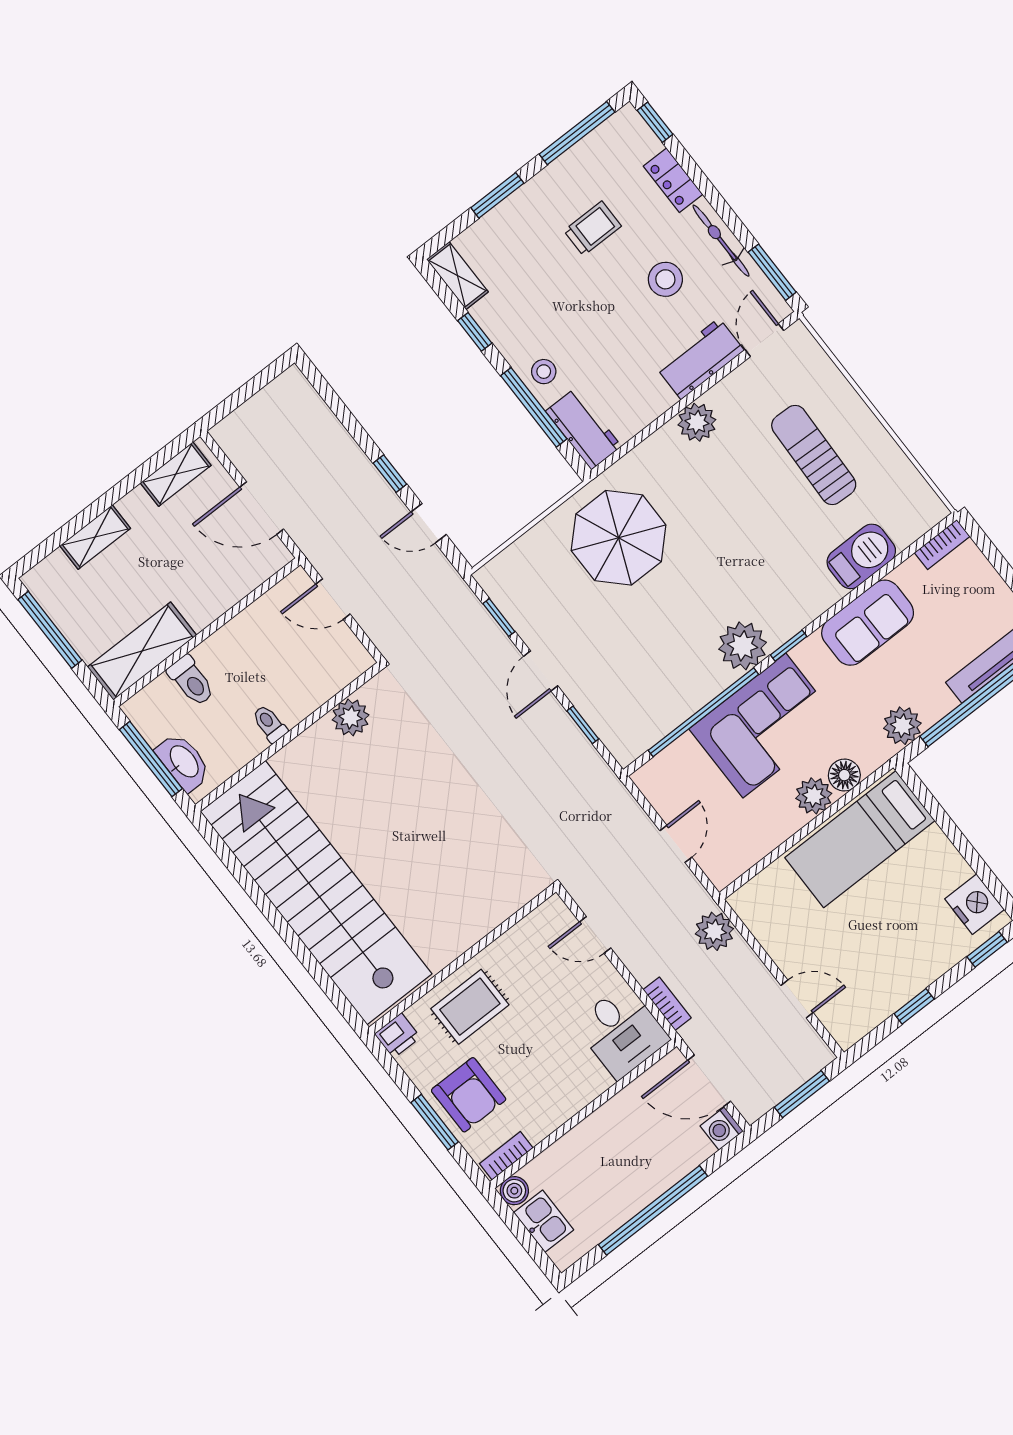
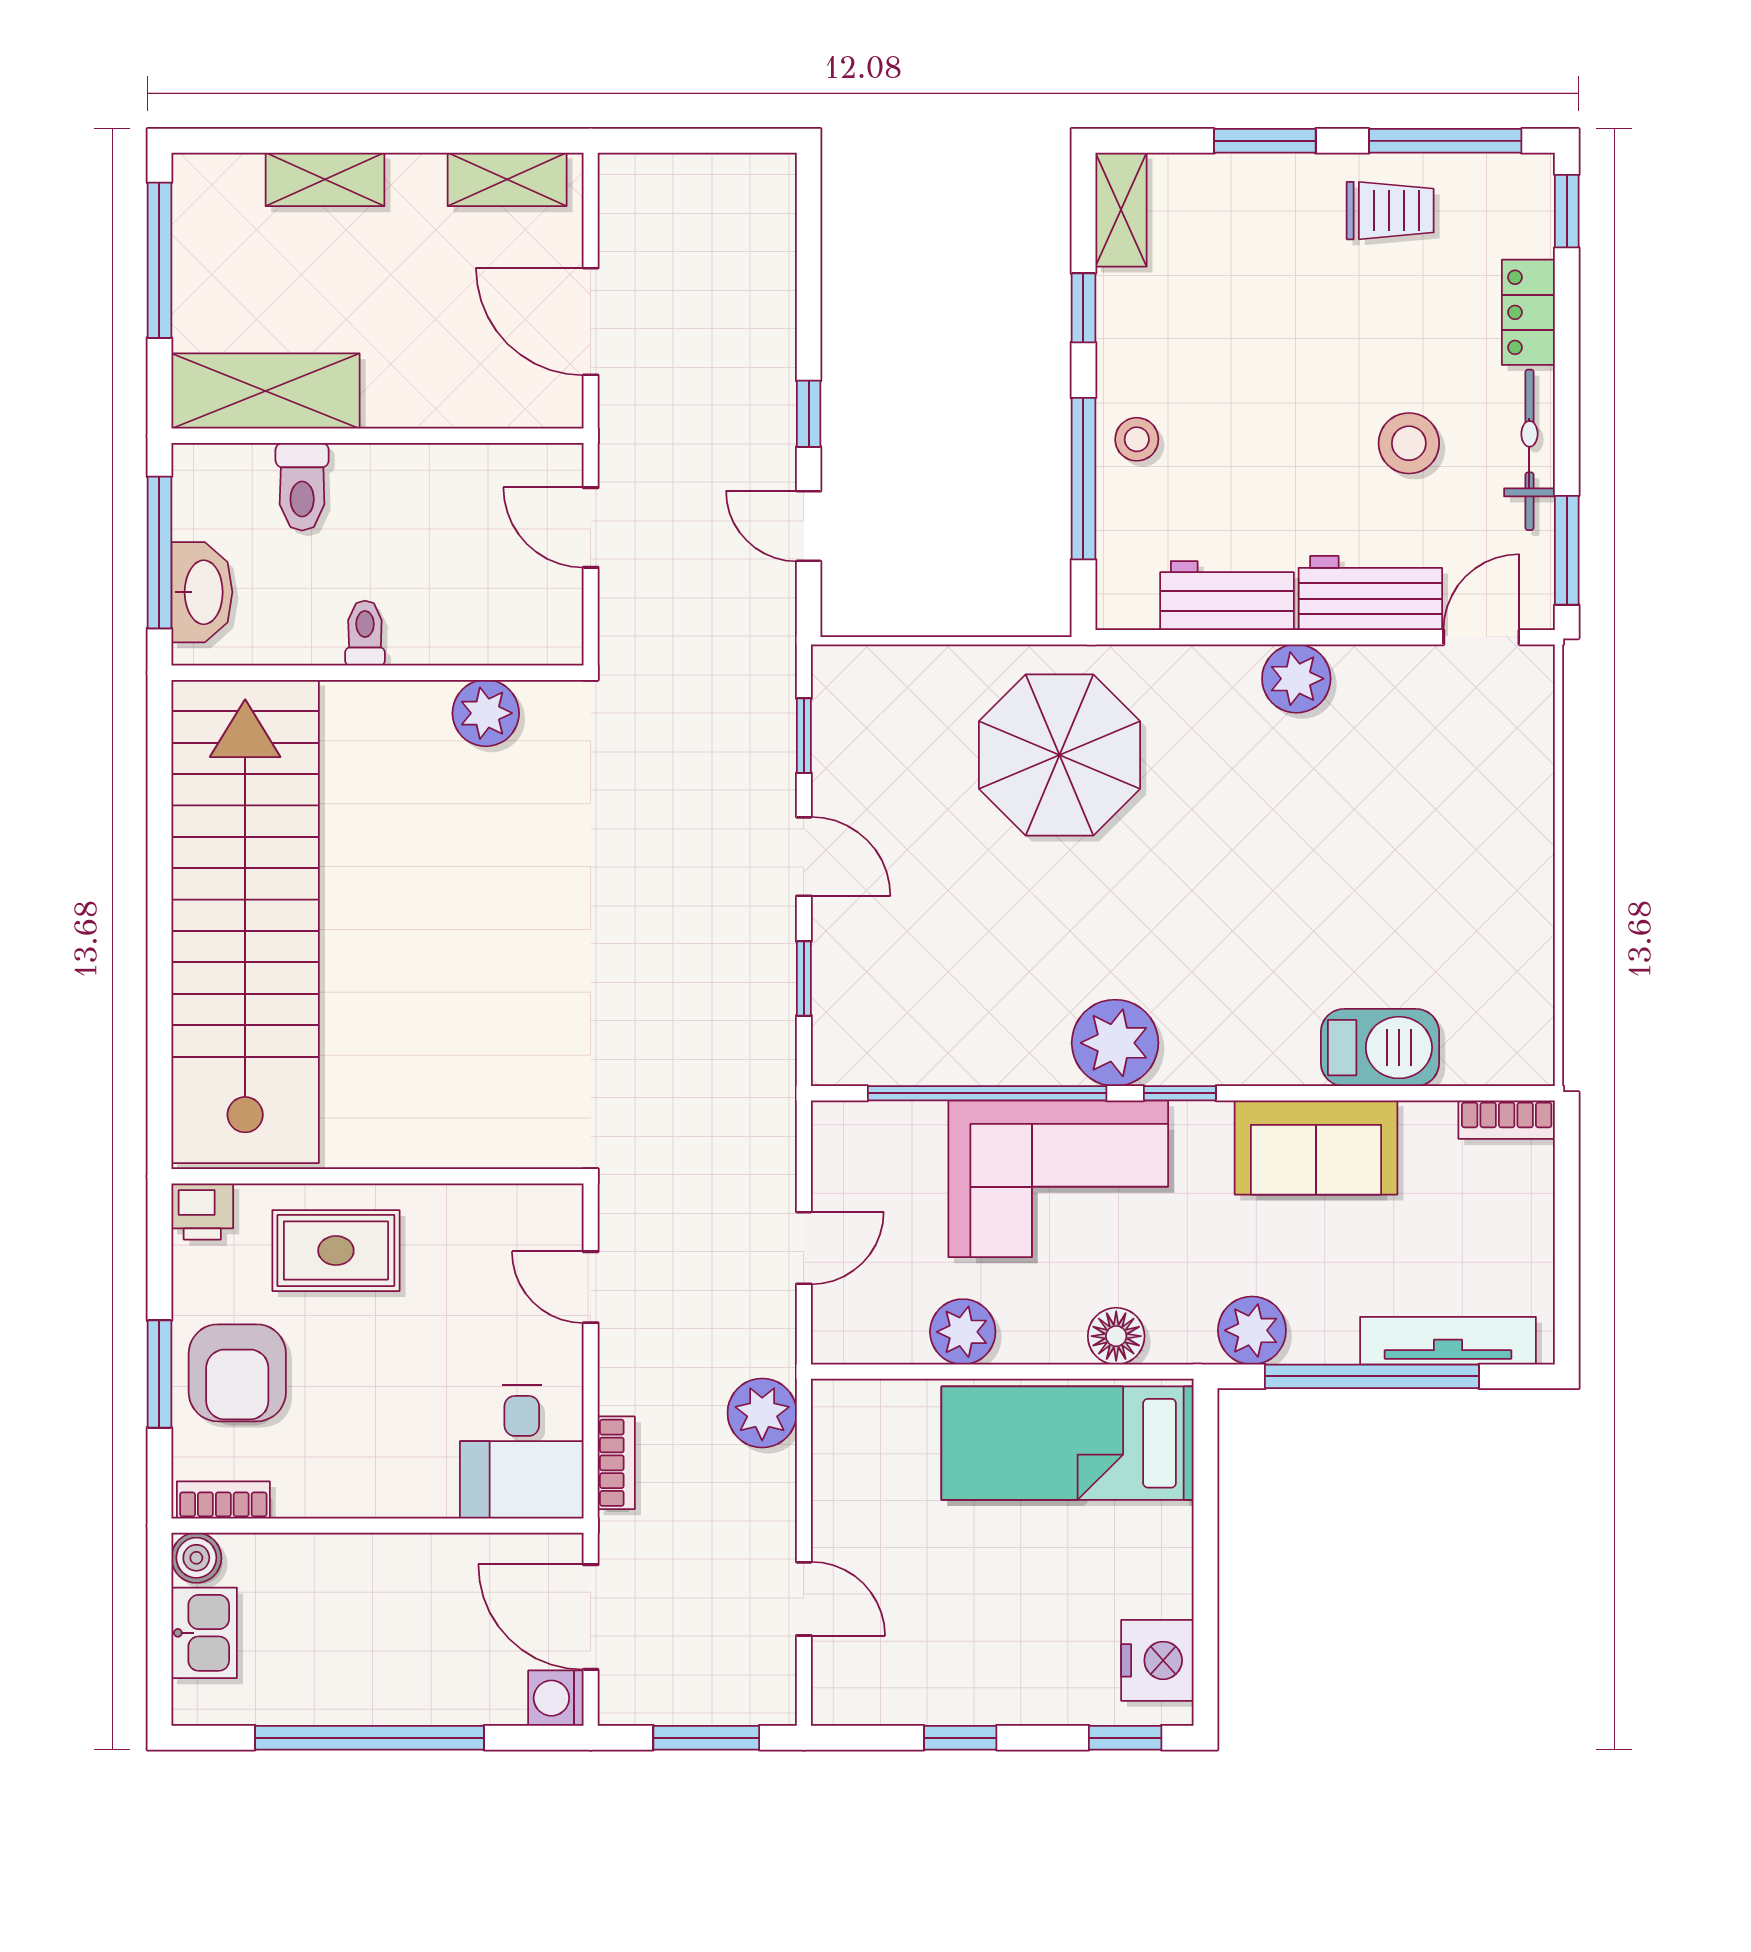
trolley: (593, 228) -> (1390, 211), moved
workbench: (583, 429) -> (1227, 596), moved, turned -90
sun lounger: (814, 455) -> (1424, 853), removed
door: (541, 671) -> (804, 857), swing flipped
plant: (814, 796) -> (963, 1332), moved

